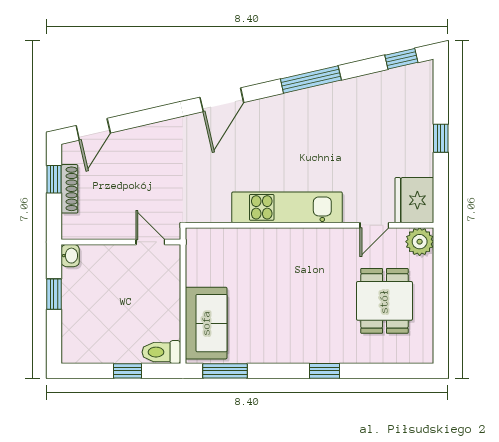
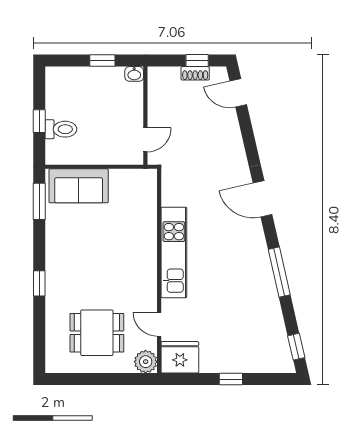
shoe rack: (69, 189) -> (195, 73), width x0.70
toilet: (161, 352) -> (61, 129), moved, turned 90

